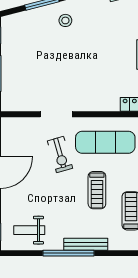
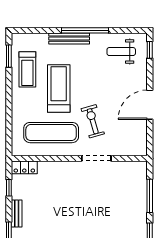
treadmill: (97, 190) -> (59, 88), width x1.37, depth x1.38
weight bench: (29, 230) -> (121, 52), turned 180

